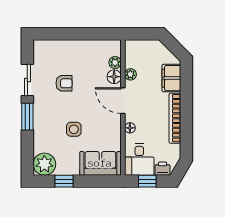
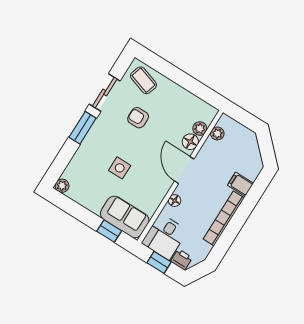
coffee table: (51, 53) -> (143, 80), added
plant: (130, 74) -> (217, 134), moved
filing cabinet: (171, 78) -> (240, 184), width x0.50
armchair: (64, 83) -> (138, 118), turned 180
plant: (44, 164) -> (62, 186), width x0.53, depth x0.53
window: (64, 181) -> (109, 231), moved

